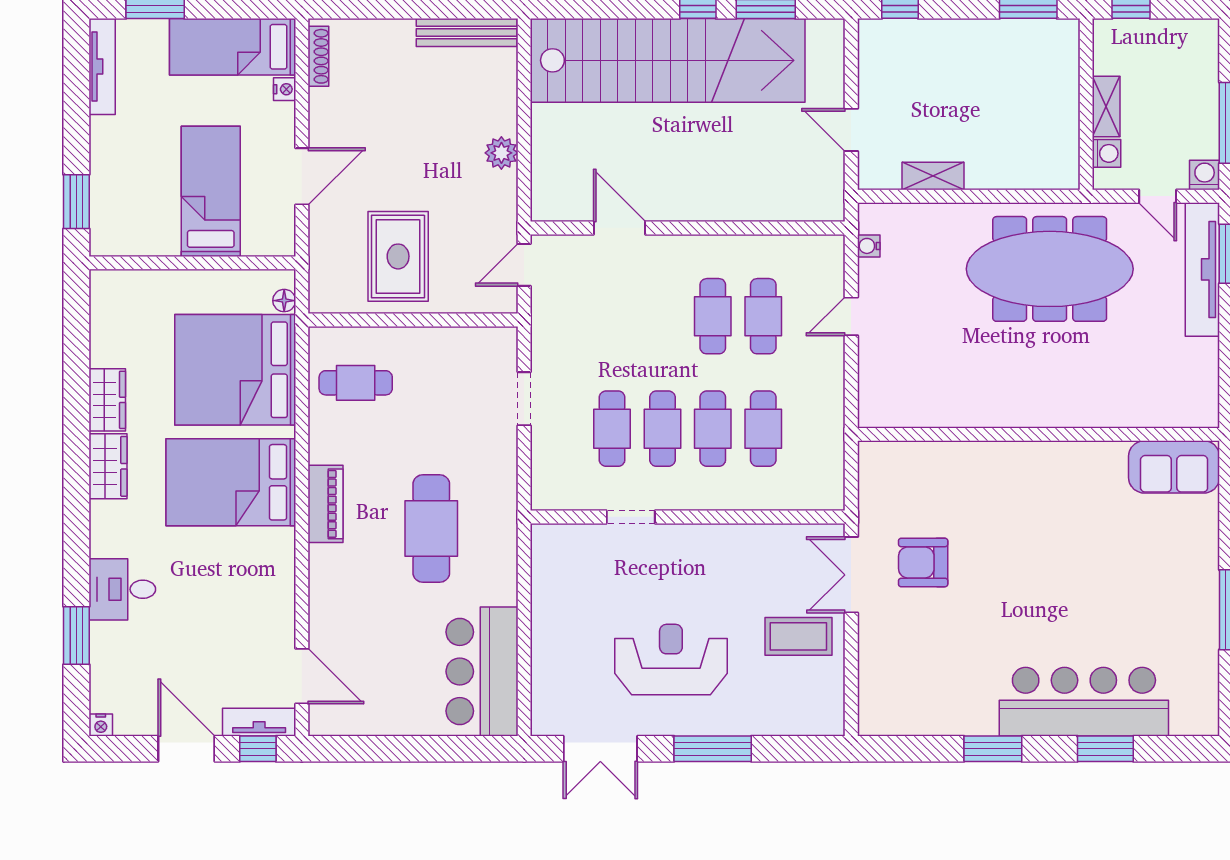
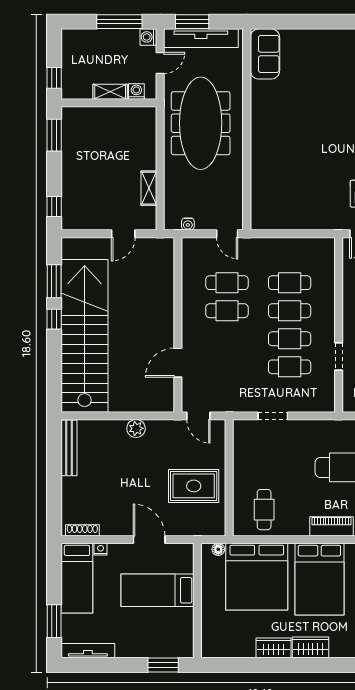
wall: (1038, 434) -> (247, 129), moved
sofa: (1174, 467) -> (265, 54), moved

